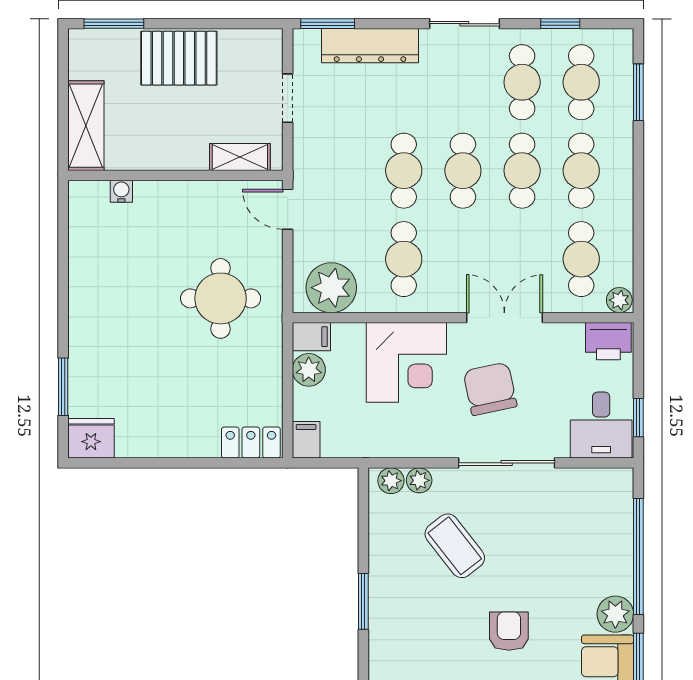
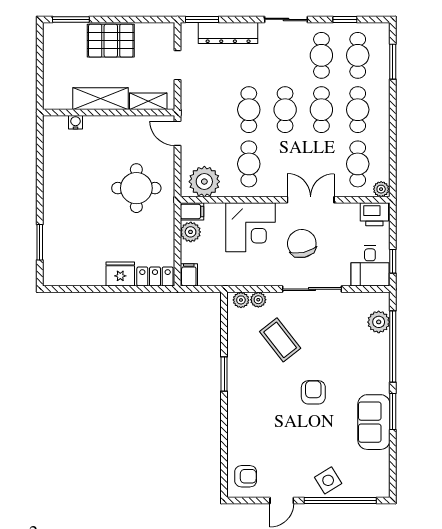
shelving: (86, 126) -> (101, 99), moved, turned 90
fridge: (91, 438) -> (120, 274), moved
plant: (615, 614) -> (379, 322), moved

